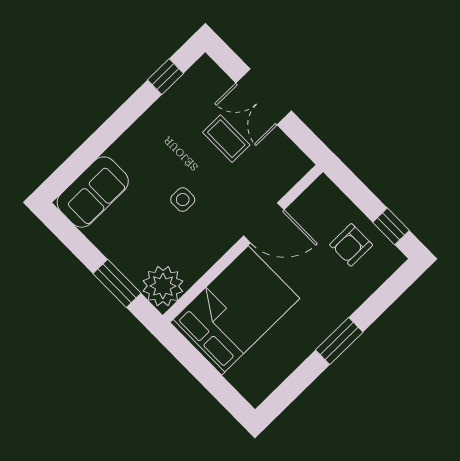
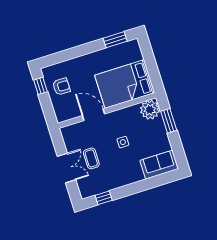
window: (339, 341) -> (115, 40), moved

